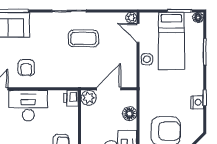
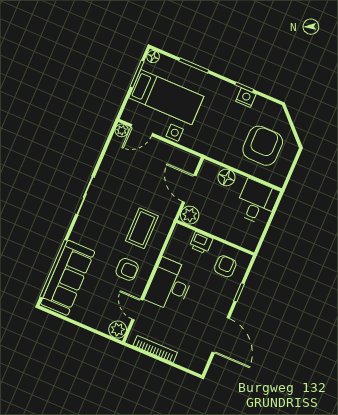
coffee table: (83, 38) -> (142, 228), moved
printer: (71, 98) -> (201, 243), moved

